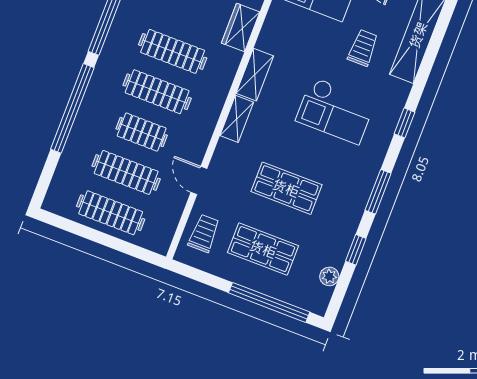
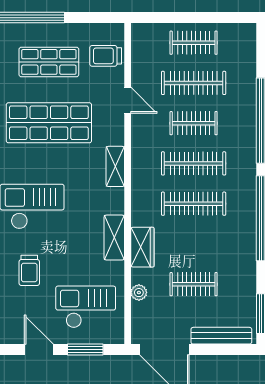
shelving: (255, 75) -> (114, 238), moved
shop shelf: (286, 188) -> (49, 123), width x1.43, depth x1.36
clothes rail: (111, 213) -> (194, 43), width x0.73
trolley: (204, 233) -> (106, 56), turned 90

